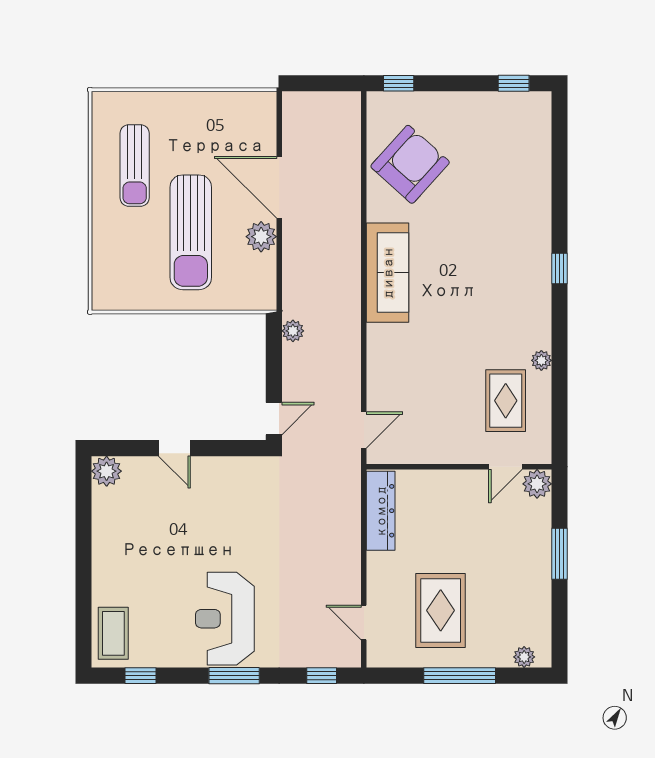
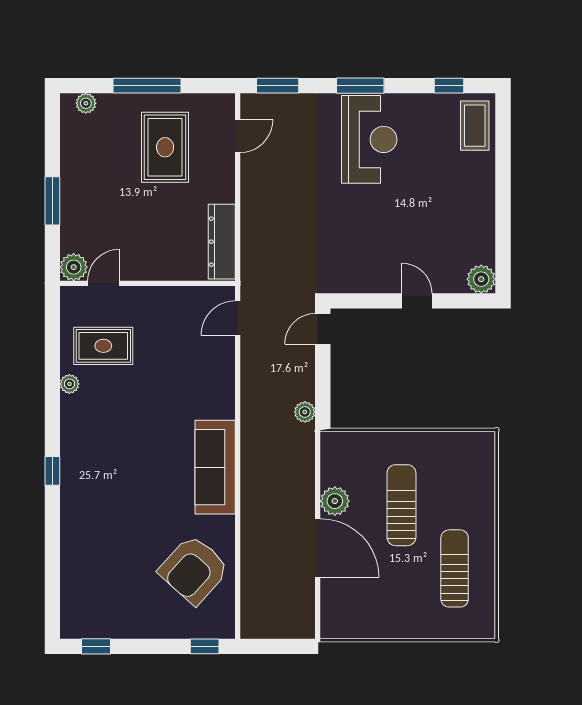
sun lounger: (191, 232) -> (401, 505), width x0.73, depth x0.75
rug: (506, 401) -> (103, 346), turned 90
door: (364, 622) -> (238, 136), hinge flipped
window: (322, 676) -> (278, 86), width x1.50

